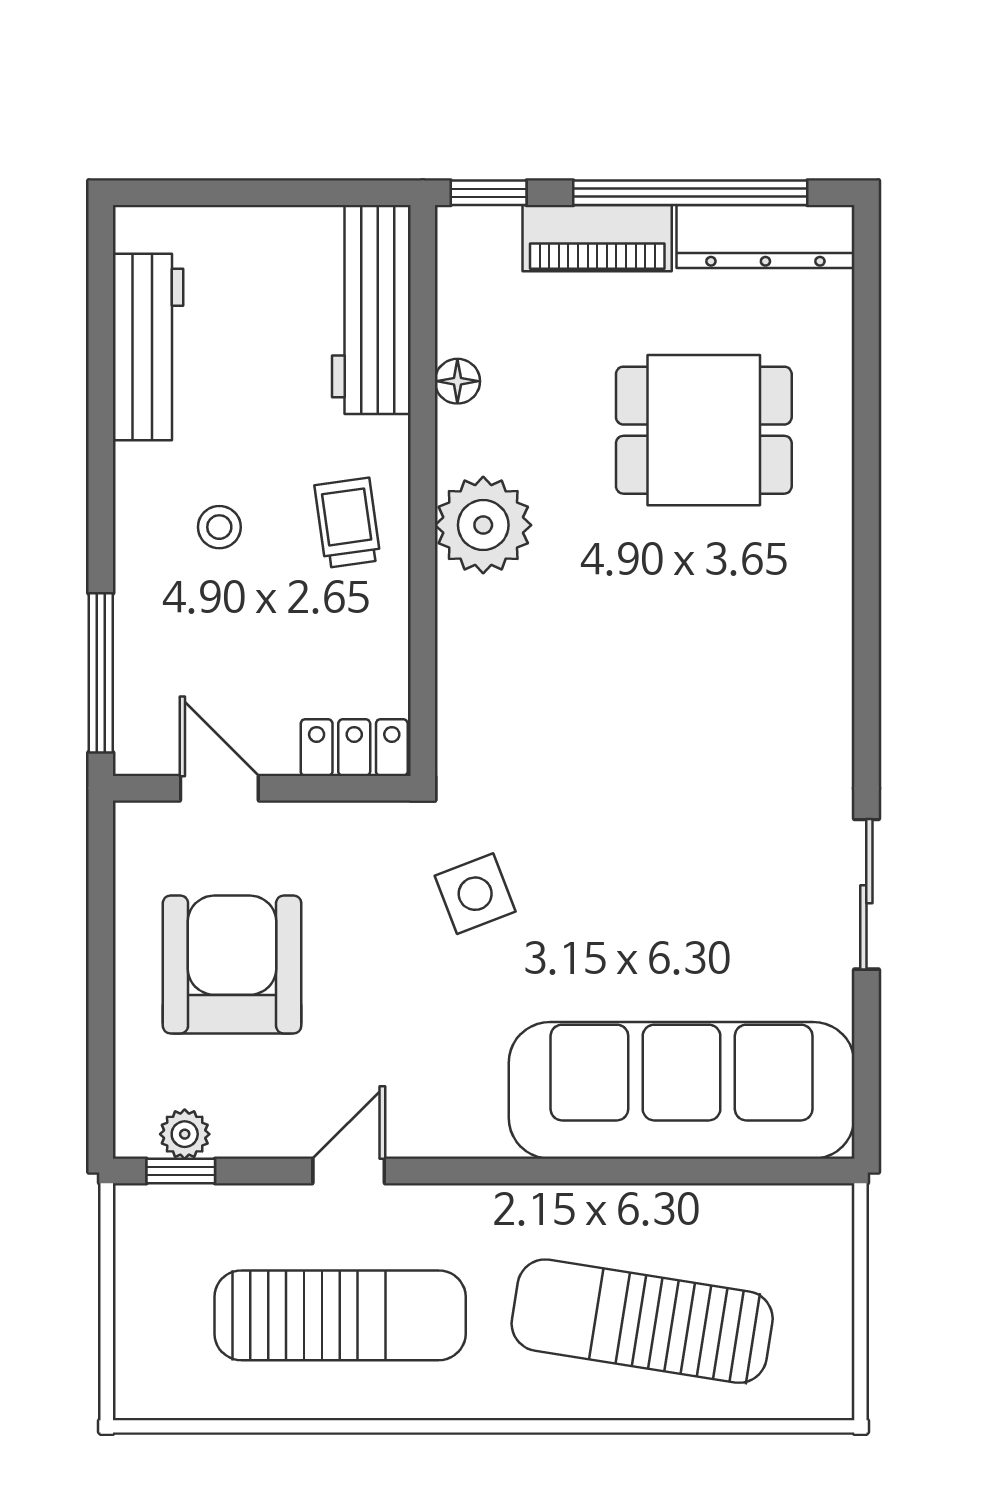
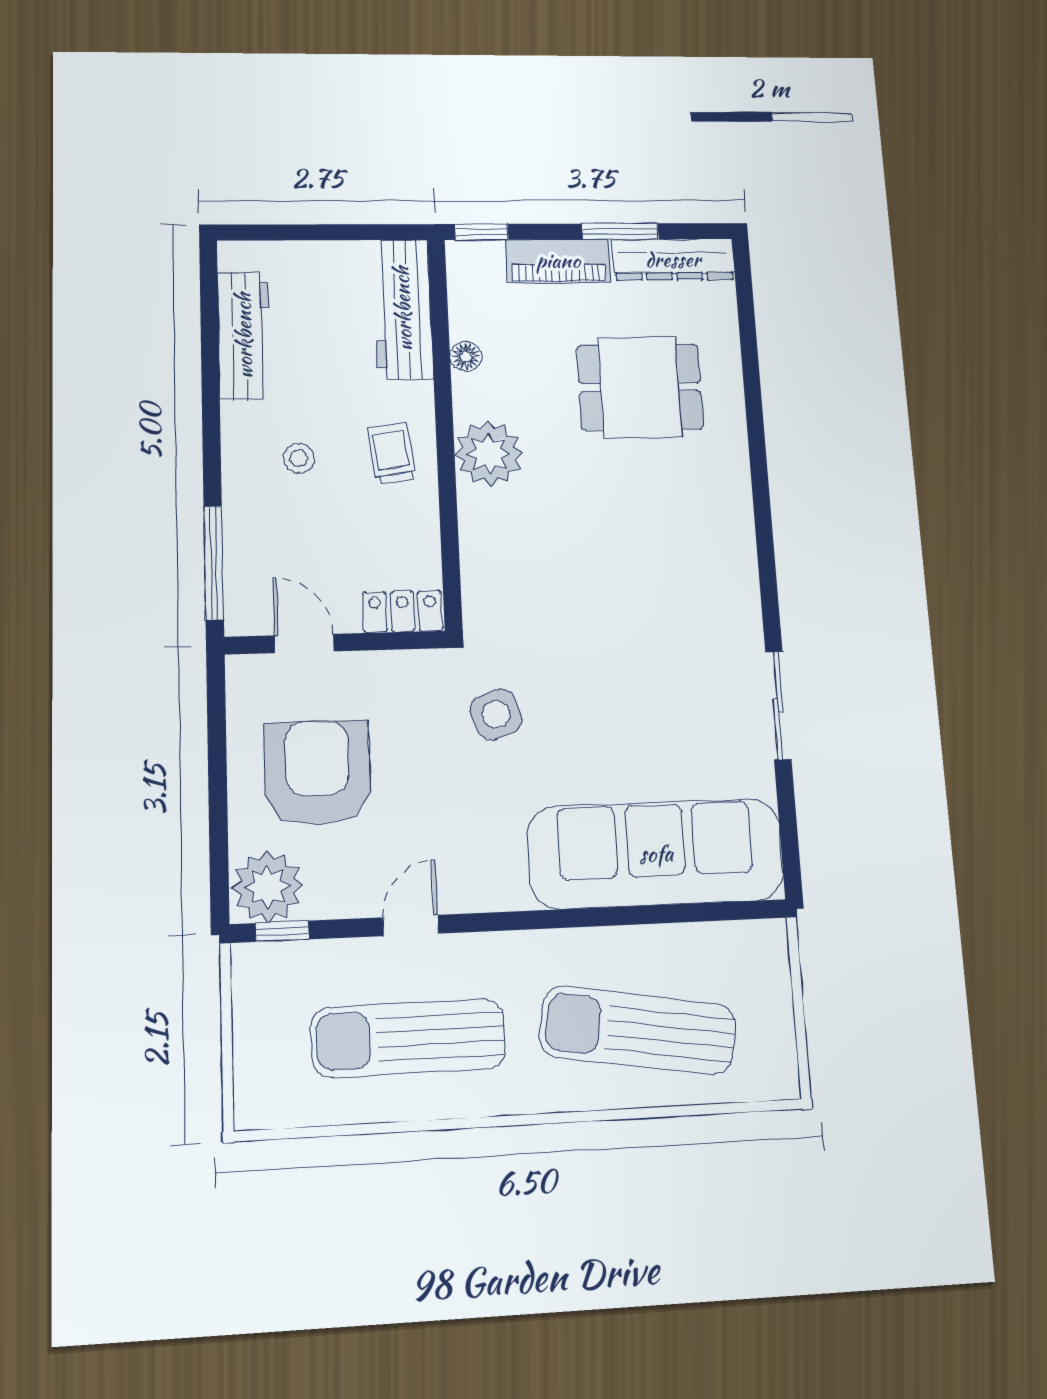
window: (690, 193) -> (620, 231), width x0.47
plant: (185, 1134) -> (267, 887), width x1.87, depth x1.87
sun lounger: (340, 1315) -> (409, 1038), turned 180

